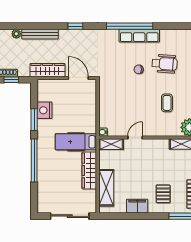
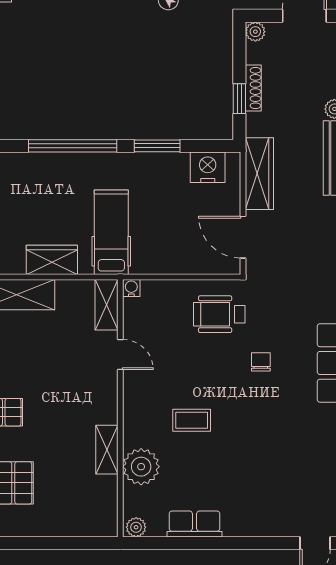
wheelchair: (165, 64) -> (219, 314), moved, turned 86
door: (78, 78) -> (243, 237), swing flipped
nightstand: (45, 110) -> (208, 167), moved
wardrobe: (89, 171) -> (52, 260), width x0.67

